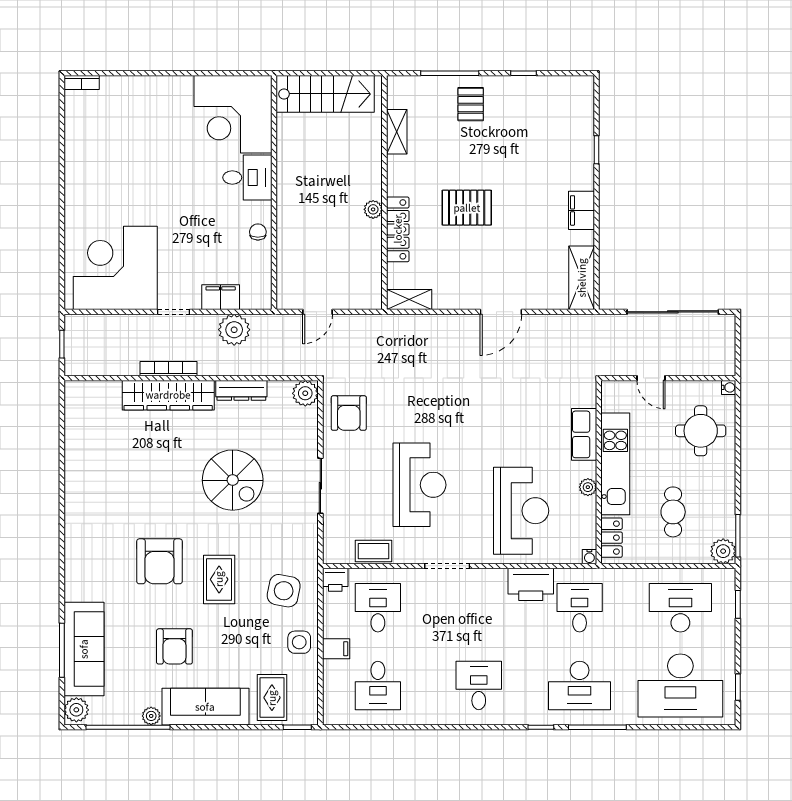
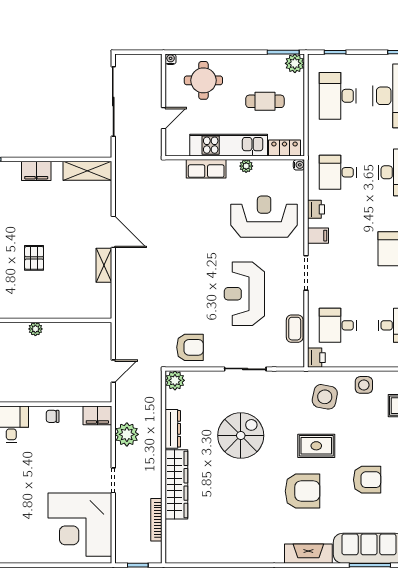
pallet: (467, 208) -> (34, 258), width x0.67, depth x0.71
locker: (398, 229) -> (51, 310), removed
filing cabinet: (221, 297) -> (97, 415), moved, turned -90
shelving: (409, 300) -> (104, 265), moved
door: (317, 312) -> (113, 371), hinge flipped
bookcase: (169, 369) -> (156, 520), moved
reception desk: (419, 485) -> (244, 294), turned -90
fireplace: (77, 569) -> (308, 554), added
printer: (531, 584) -> (316, 209), width x0.53, depth x0.68
filing cabinet: (336, 649) -> (318, 236), moved, turned 90

